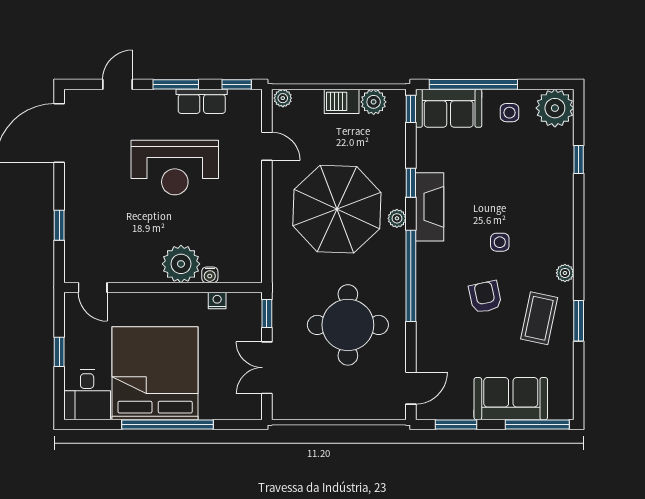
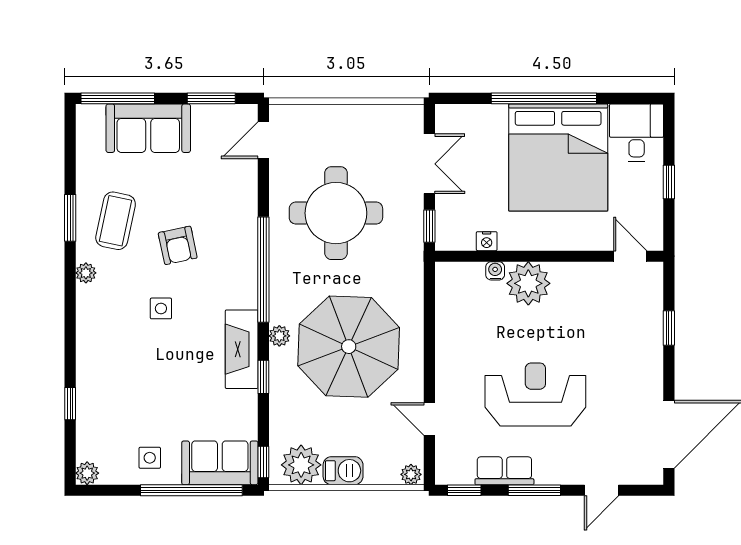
plant: (374, 102) -> (301, 465), width x1.36, depth x1.36
plant: (555, 108) -> (87, 473), width x0.53, depth x0.53

